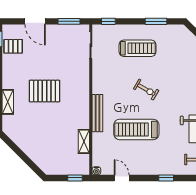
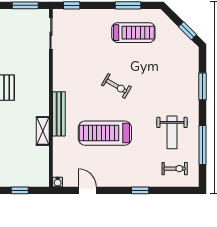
treadmill: (138, 48) -> (133, 33), moved
shelving: (84, 141) -> (43, 131), moved
window: (75, 178) -> (20, 190), moved

